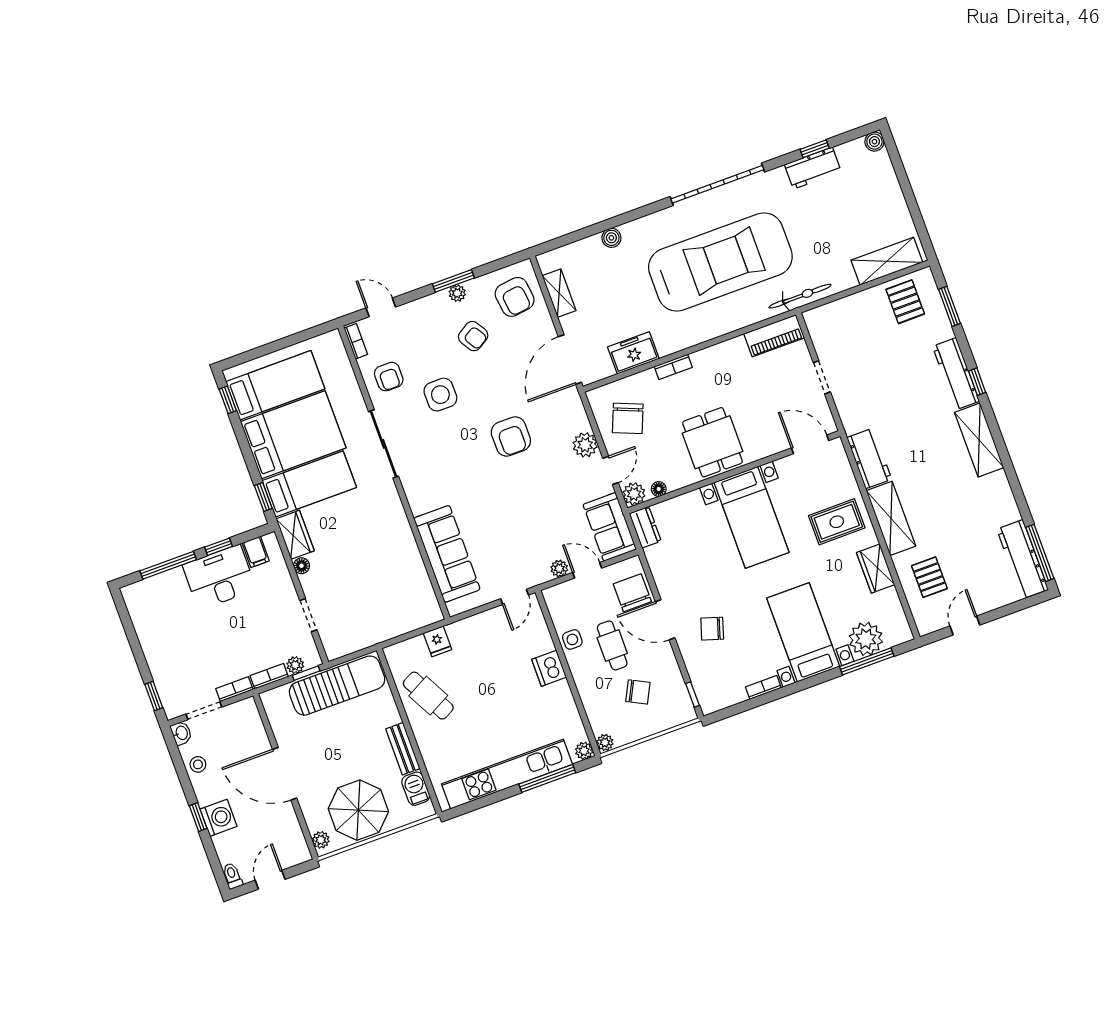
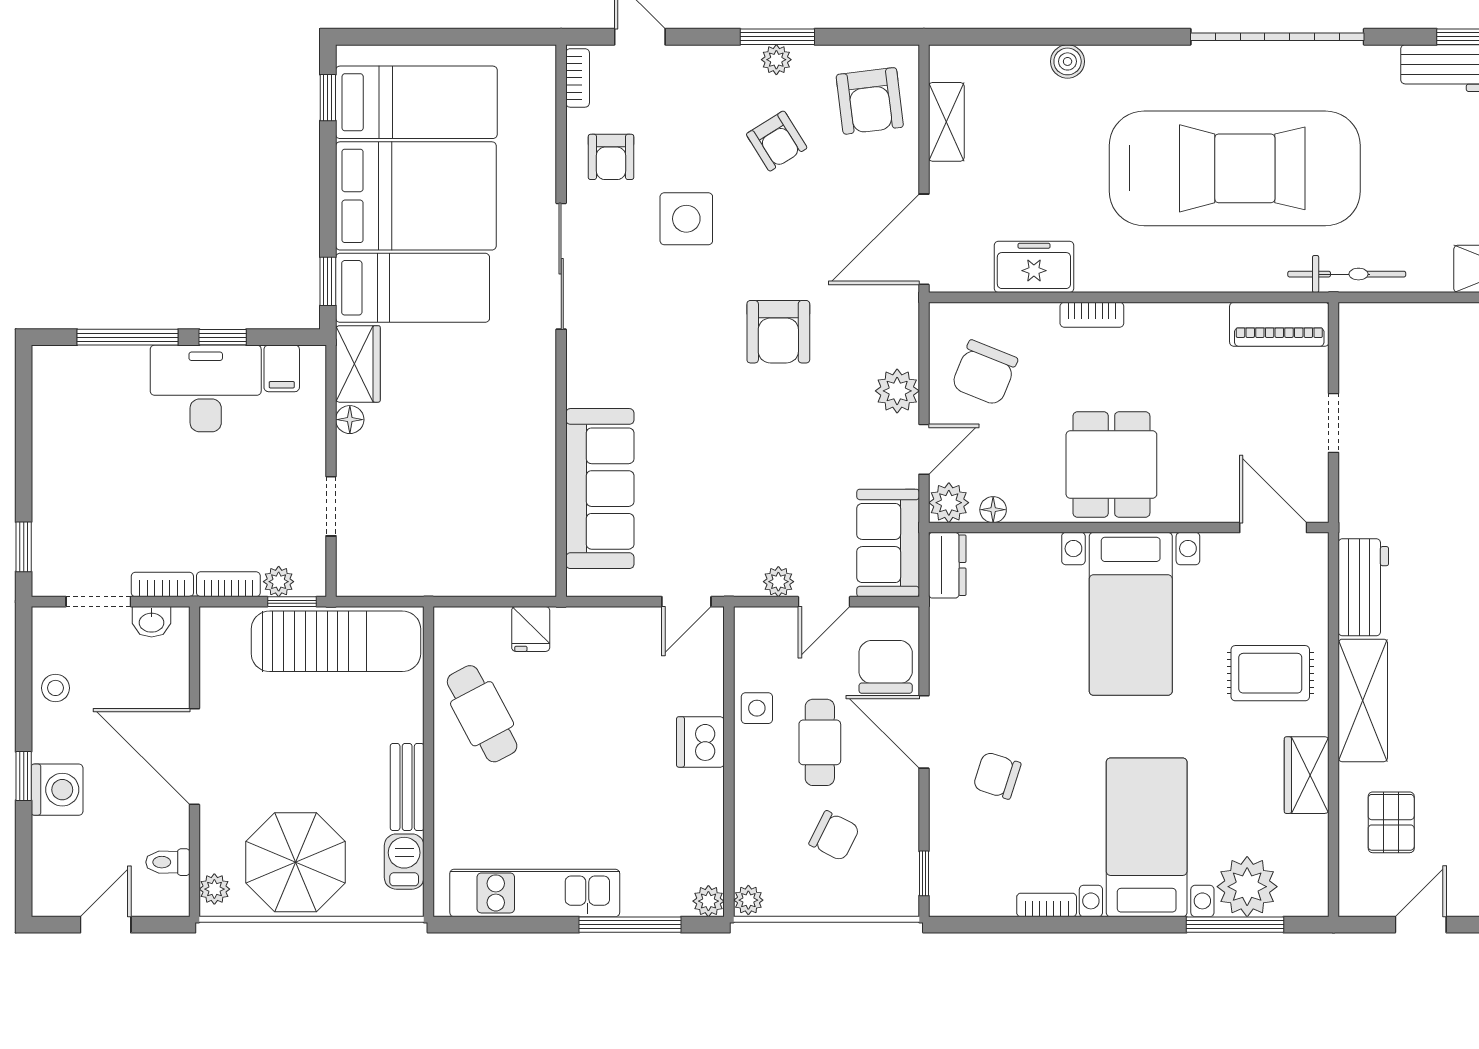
door: (587, 570) -> (824, 602), swing flipped
washbasin: (181, 733) -> (152, 622), moved, turned 90
kitchen unit: (507, 774) -> (535, 893), width x0.73
toilet: (232, 876) -> (168, 862), moved, turned -90

